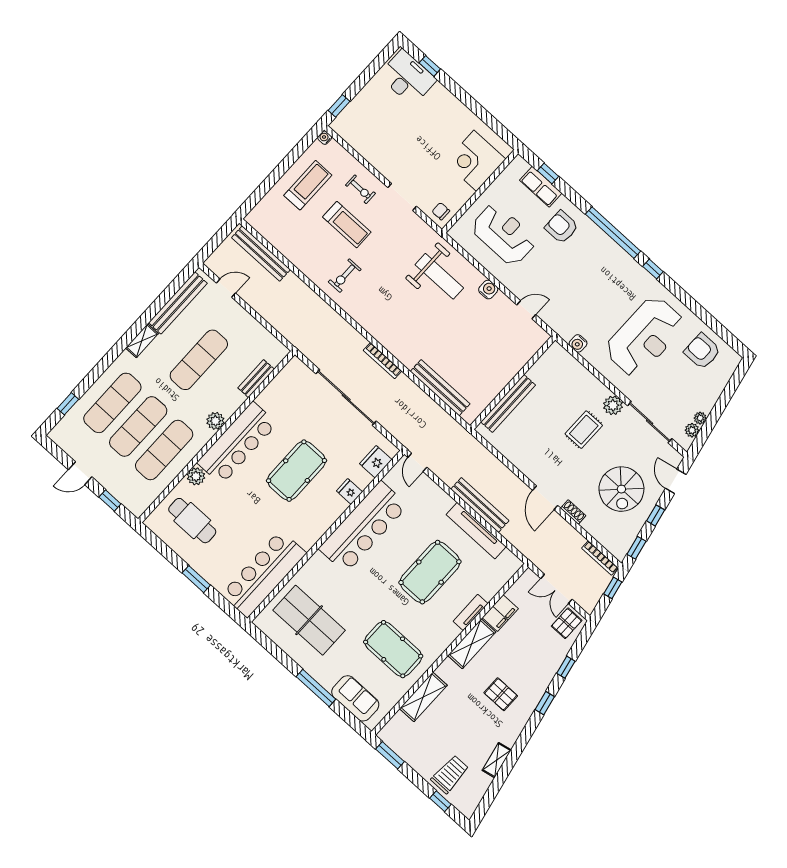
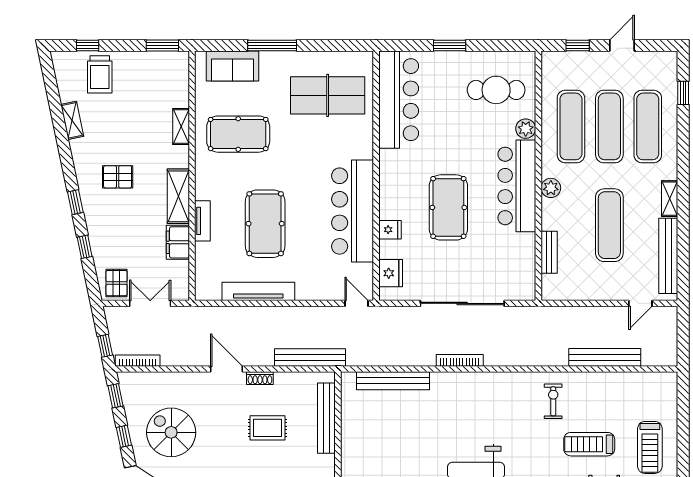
bench: (261, 254) -> (605, 357), moved
rug: (584, 430) -> (268, 428), moved, turned 90
bench: (480, 505) -> (310, 357), moved
shoe rack: (573, 512) -> (260, 378), moved
shelving: (423, 697) -> (181, 127), width x0.67, depth x0.75

